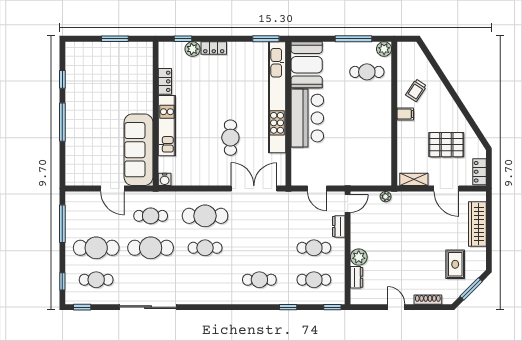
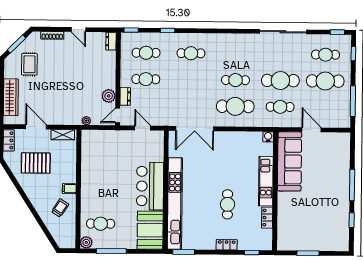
plant: (193, 49) -> (244, 244), removed
cafe table: (230, 138) -> (227, 204), moved
plant: (359, 257) -> (109, 96), moved
dresser: (357, 277) -> (111, 41), moved

